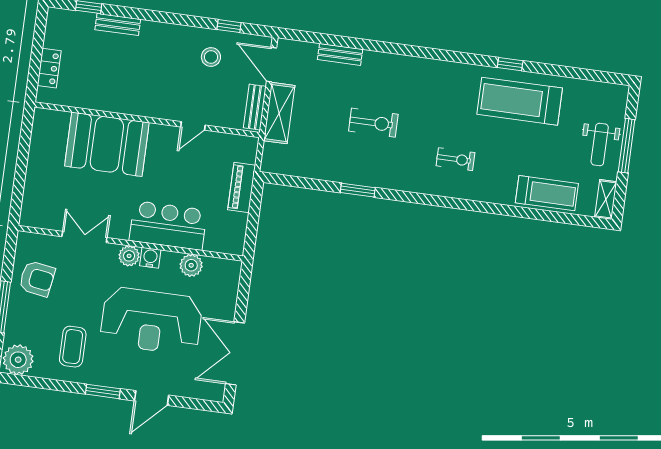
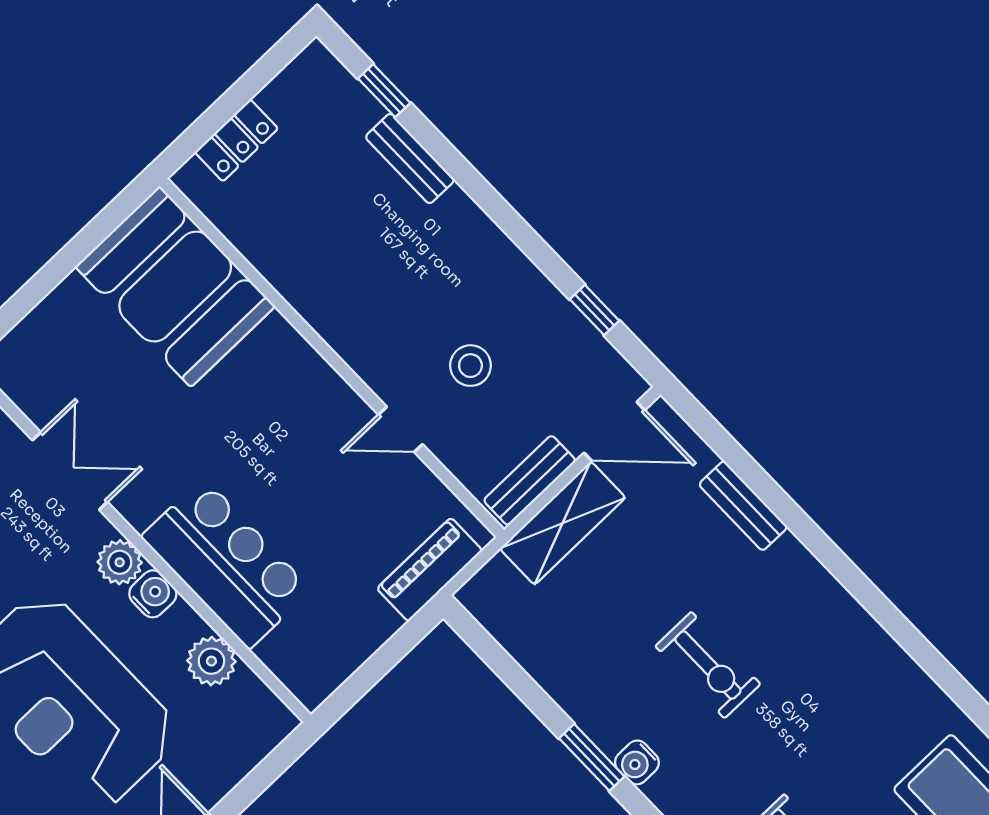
stool: (211, 57) -> (470, 366), moved
door: (271, 65) -> (614, 431), swing flipped
booth: (107, 144) -> (175, 287), moved
water cooler: (376, 179) -> (637, 762), added
piano: (242, 188) -> (430, 570), moved

